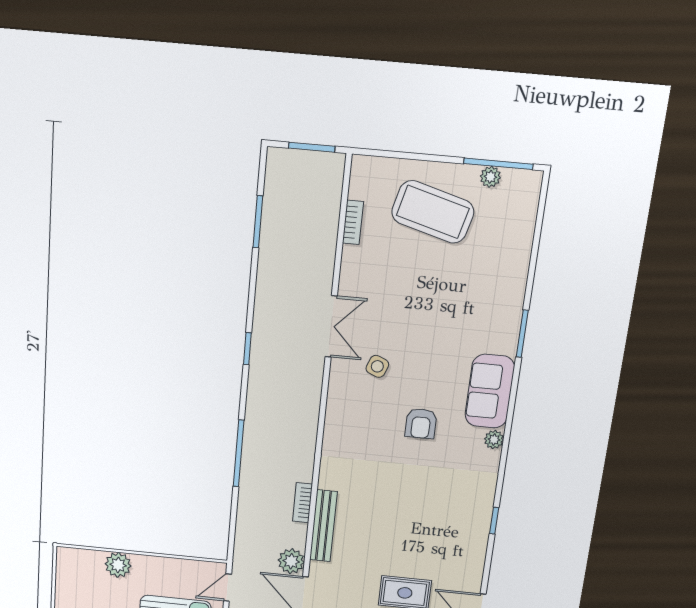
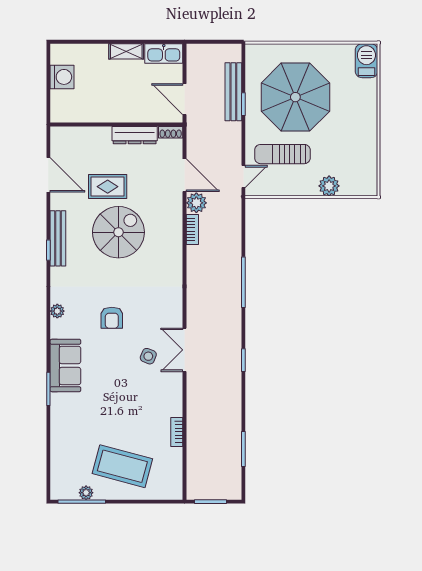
bookcase: (353, 222) -> (177, 432), moved
double door: (331, 326) -> (184, 350), moved
sofa: (490, 391) -> (65, 365), moved
armchair: (421, 423) -> (112, 318), turned 180
bookcase: (302, 503) -> (192, 230), moved
bench: (323, 526) -> (58, 238), moved
spiral stairs: (398, 534) -> (118, 232), added

